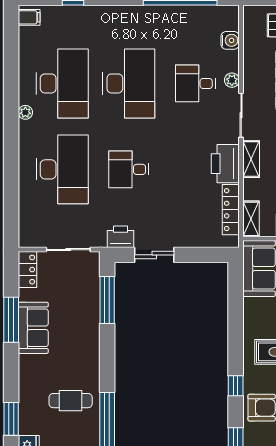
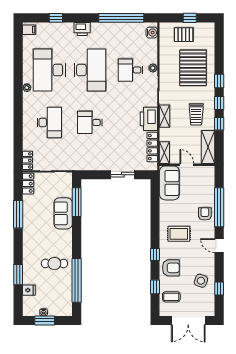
water cooler: (230, 40) -> (152, 33), moved
desk: (62, 83) -> (49, 70), turned 180
desk: (62, 169) -> (49, 122), width x0.73, depth x0.77
locker: (27, 232) -> (27, 160), added
printer: (121, 237) -> (82, 29), moved, turned 180
sliding door: (154, 255) -> (123, 175), moved
sofa: (33, 328) -> (63, 213), moved, turned 180

